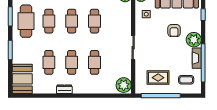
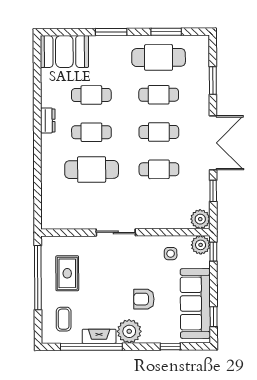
cafe table: (95, 62) -> (92, 170), width x1.37, depth x1.35
plant: (124, 85) -> (55, 217), removed

